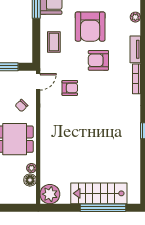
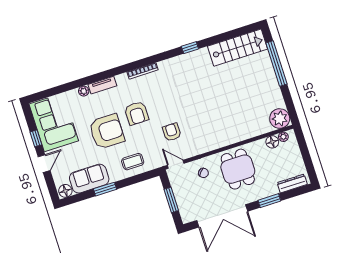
tv unit: (135, 49) -> (102, 85), moved
plant: (31, 168) -> (283, 137), moved
stairs: (99, 193) -> (238, 48), moved, turned -90

